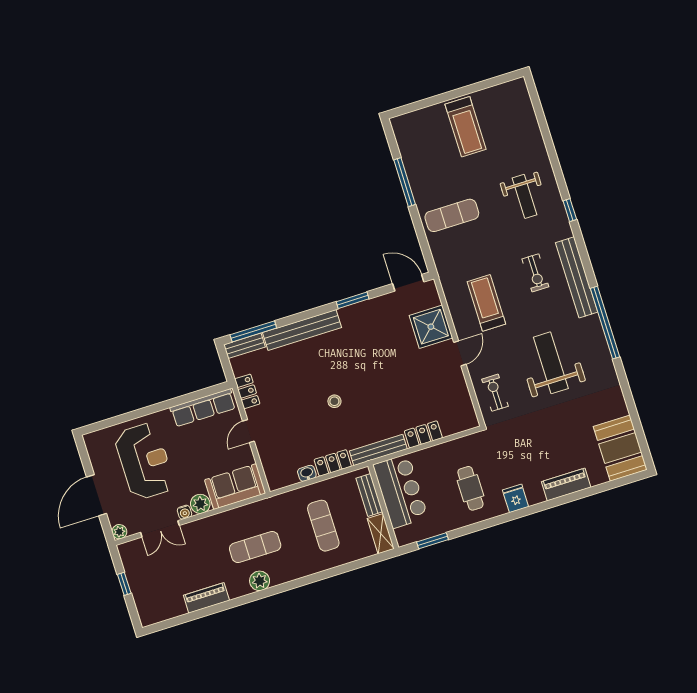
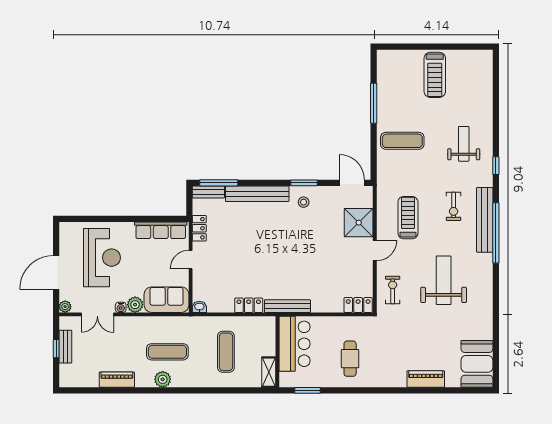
weight bench: (524, 196) -> (464, 144), turned 180
window: (605, 323) -> (496, 233), moved
stool: (334, 401) -> (304, 202), moved
locker: (423, 434) -> (358, 305), moved
washbasin: (307, 473) -> (199, 307), moved
bench: (369, 495) -> (65, 347), moved
fridge: (516, 498) -> (383, 378), removed

